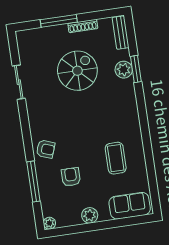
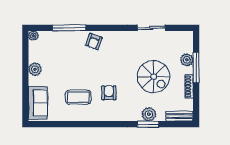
plant: (51, 33) -> (187, 60), added
armchair: (71, 177) -> (109, 93), moved, turned -90

